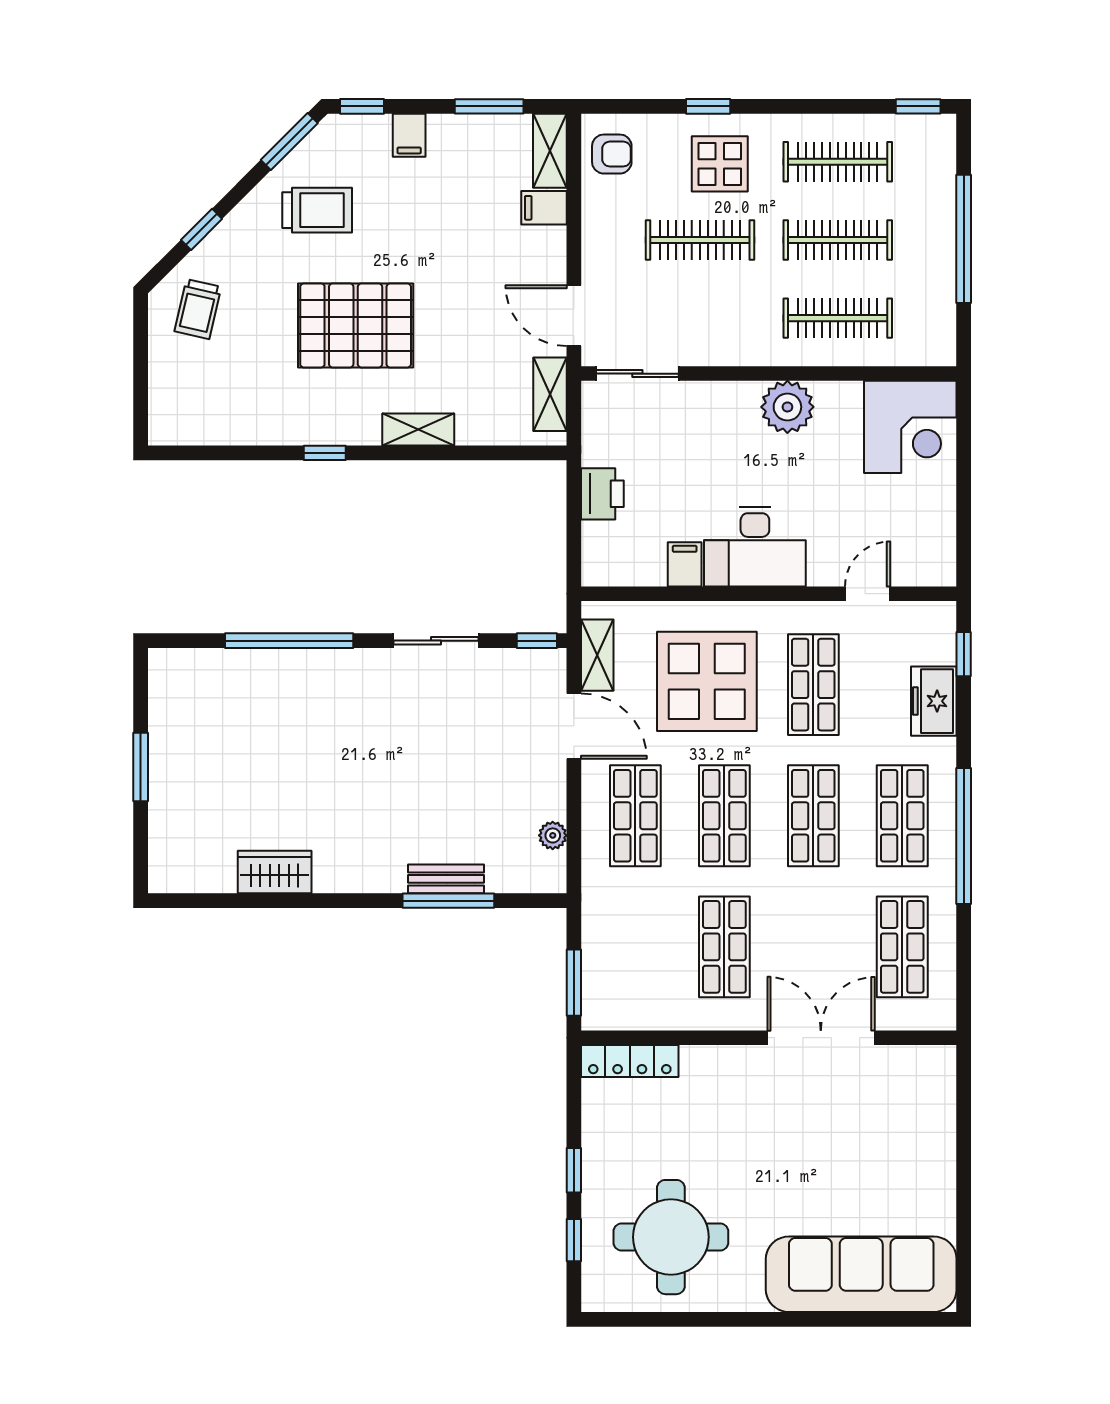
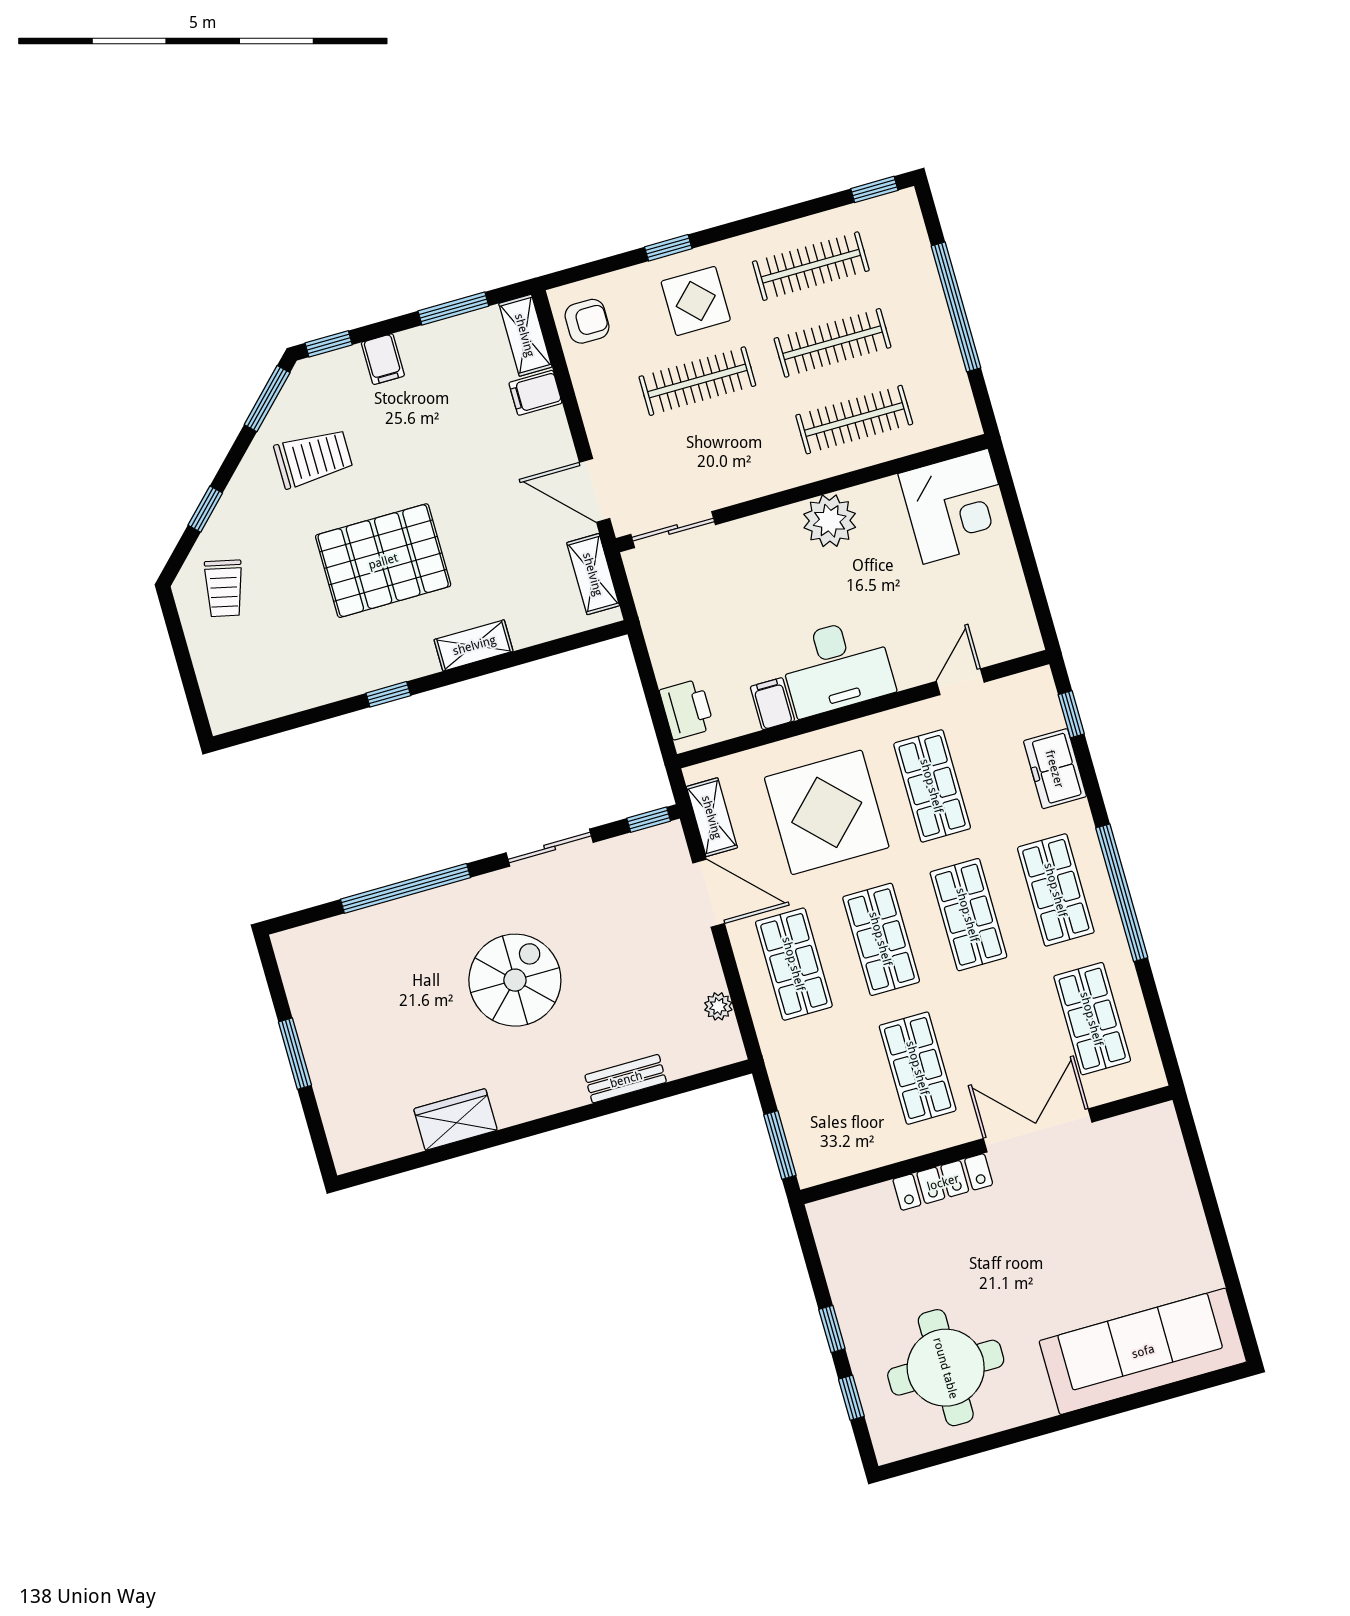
printer: (602, 494) -> (687, 709), moved
spiral stairs: (368, 756) -> (515, 980), added
window: (448, 901) -> (634, 1099), removed
locker: (630, 1061) -> (943, 1182), moved

